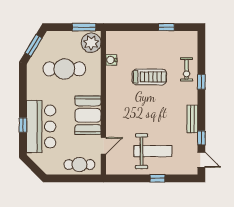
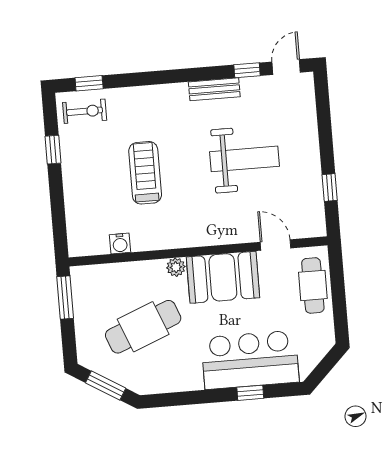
plant: (91, 43) -> (176, 267), moved, width x0.53, depth x0.53
cafe table: (64, 69) -> (143, 327), turned 68
exercise bike: (187, 69) -> (85, 111), moved
window: (201, 82) -> (89, 83), moved
weight bench: (153, 151) -> (245, 159), moved, turned 90
window: (157, 178) -> (330, 188), moved

